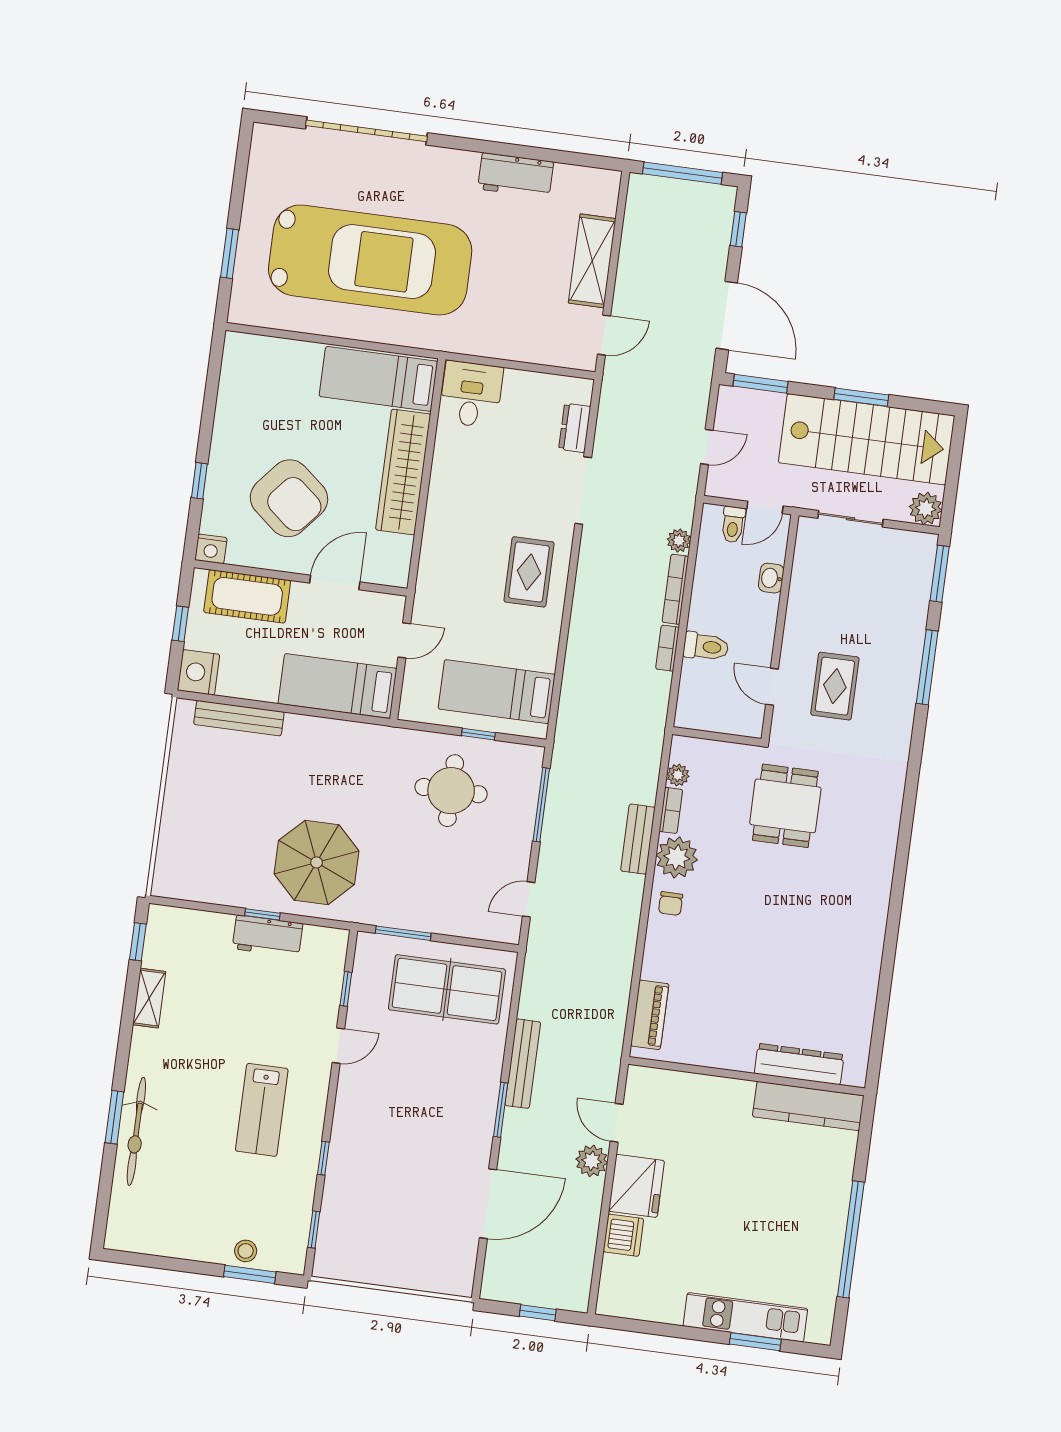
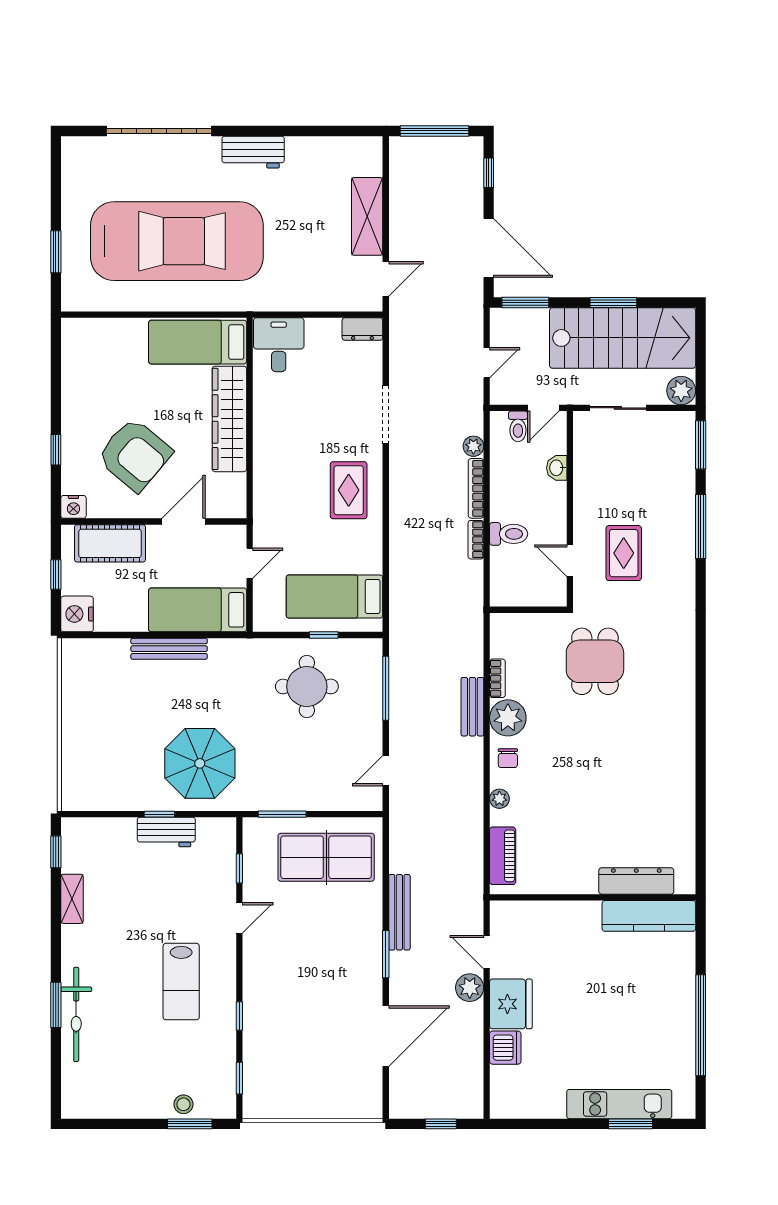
workbench: (516, 175) -> (253, 152), moved
dresser: (575, 428) -> (362, 329), moved, turned -90
bench: (239, 718) -> (169, 649), moved
plant: (678, 775) -> (499, 799), moved

